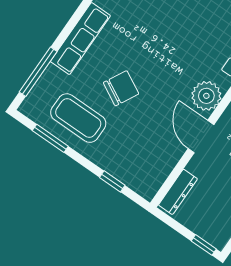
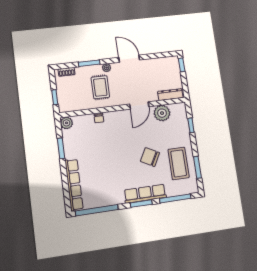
window: (73, 22) -> (141, 204), added
plant: (206, 96) -> (162, 113), moved

